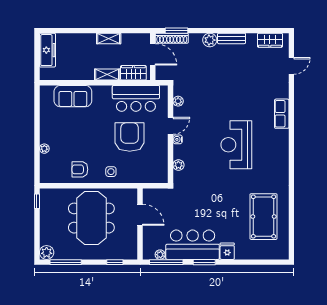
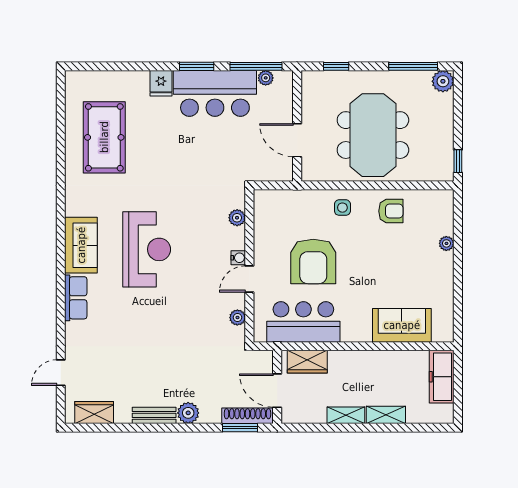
freezer: (47, 50) -> (442, 377), moved
shelving: (107, 75) -> (386, 415), moved
sofa: (278, 147) -> (81, 245), added

